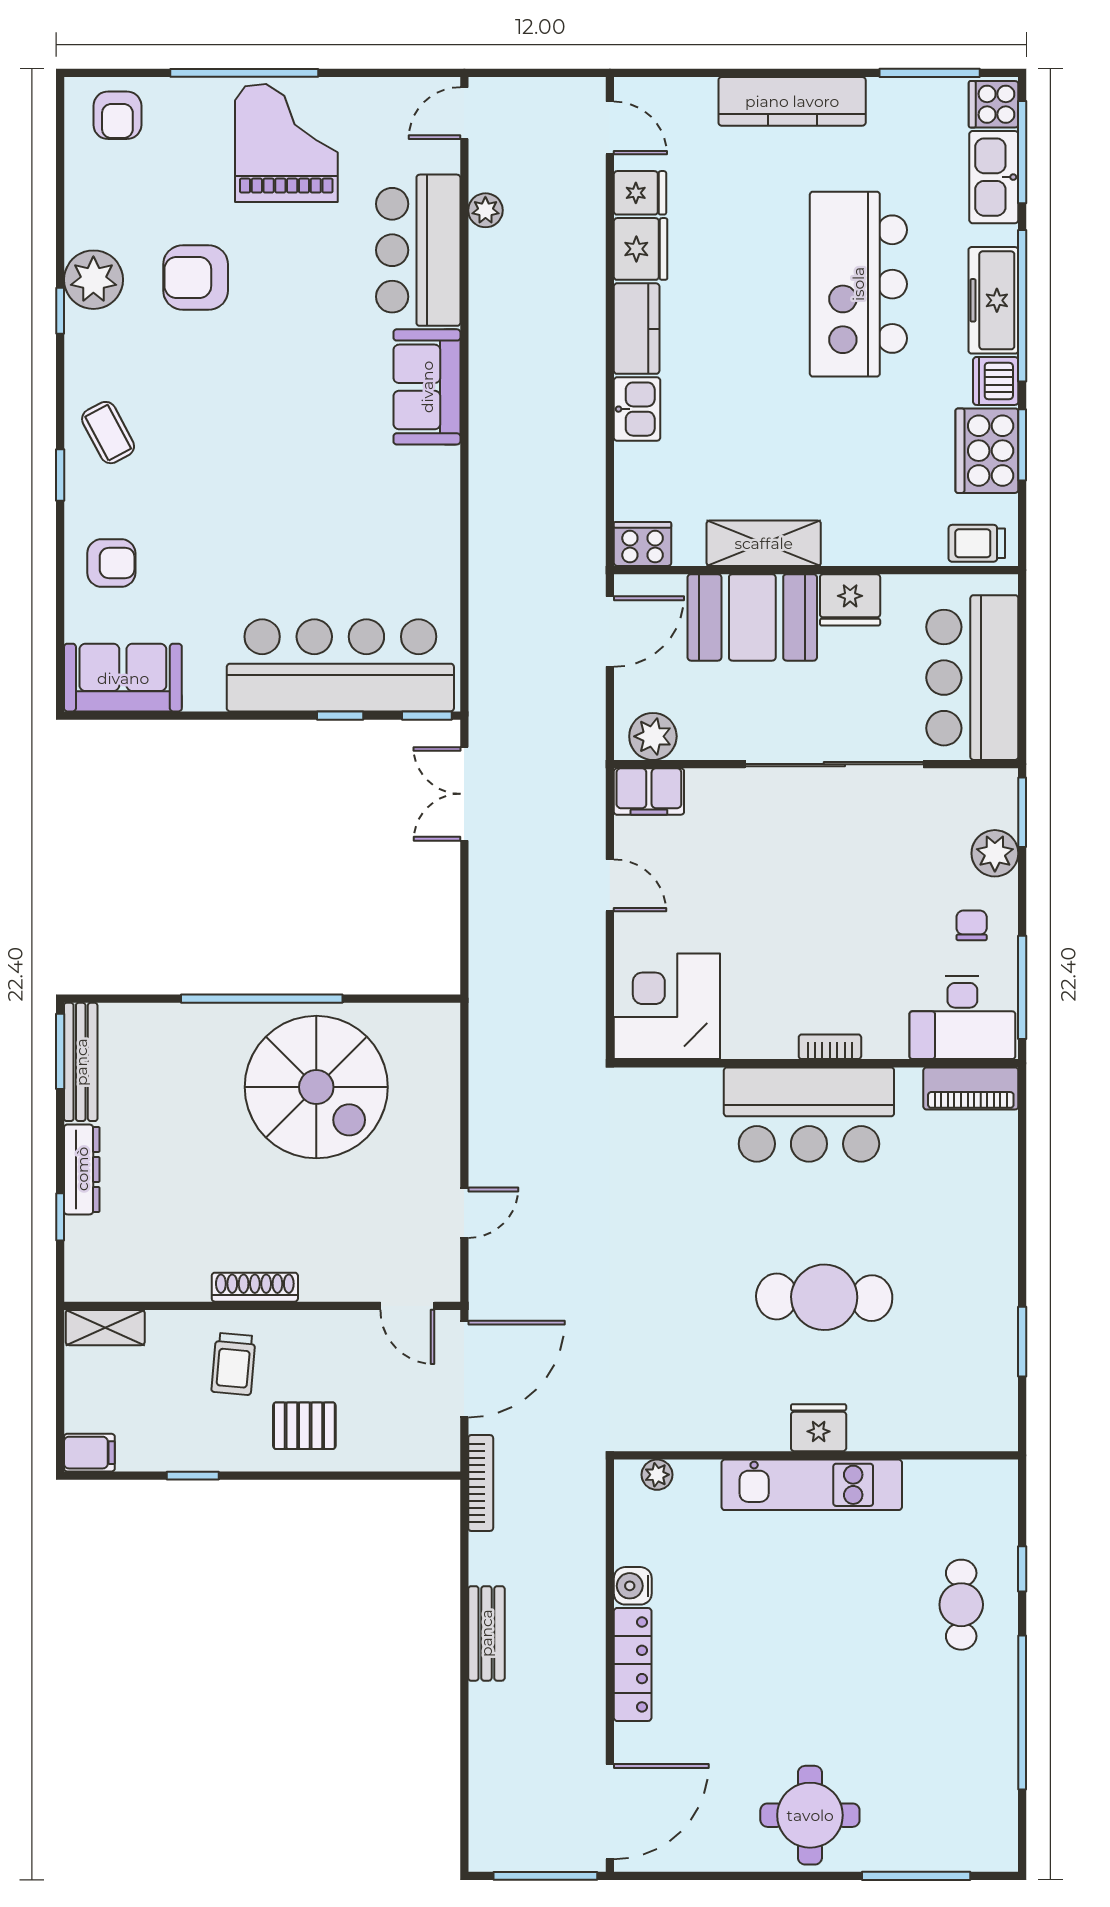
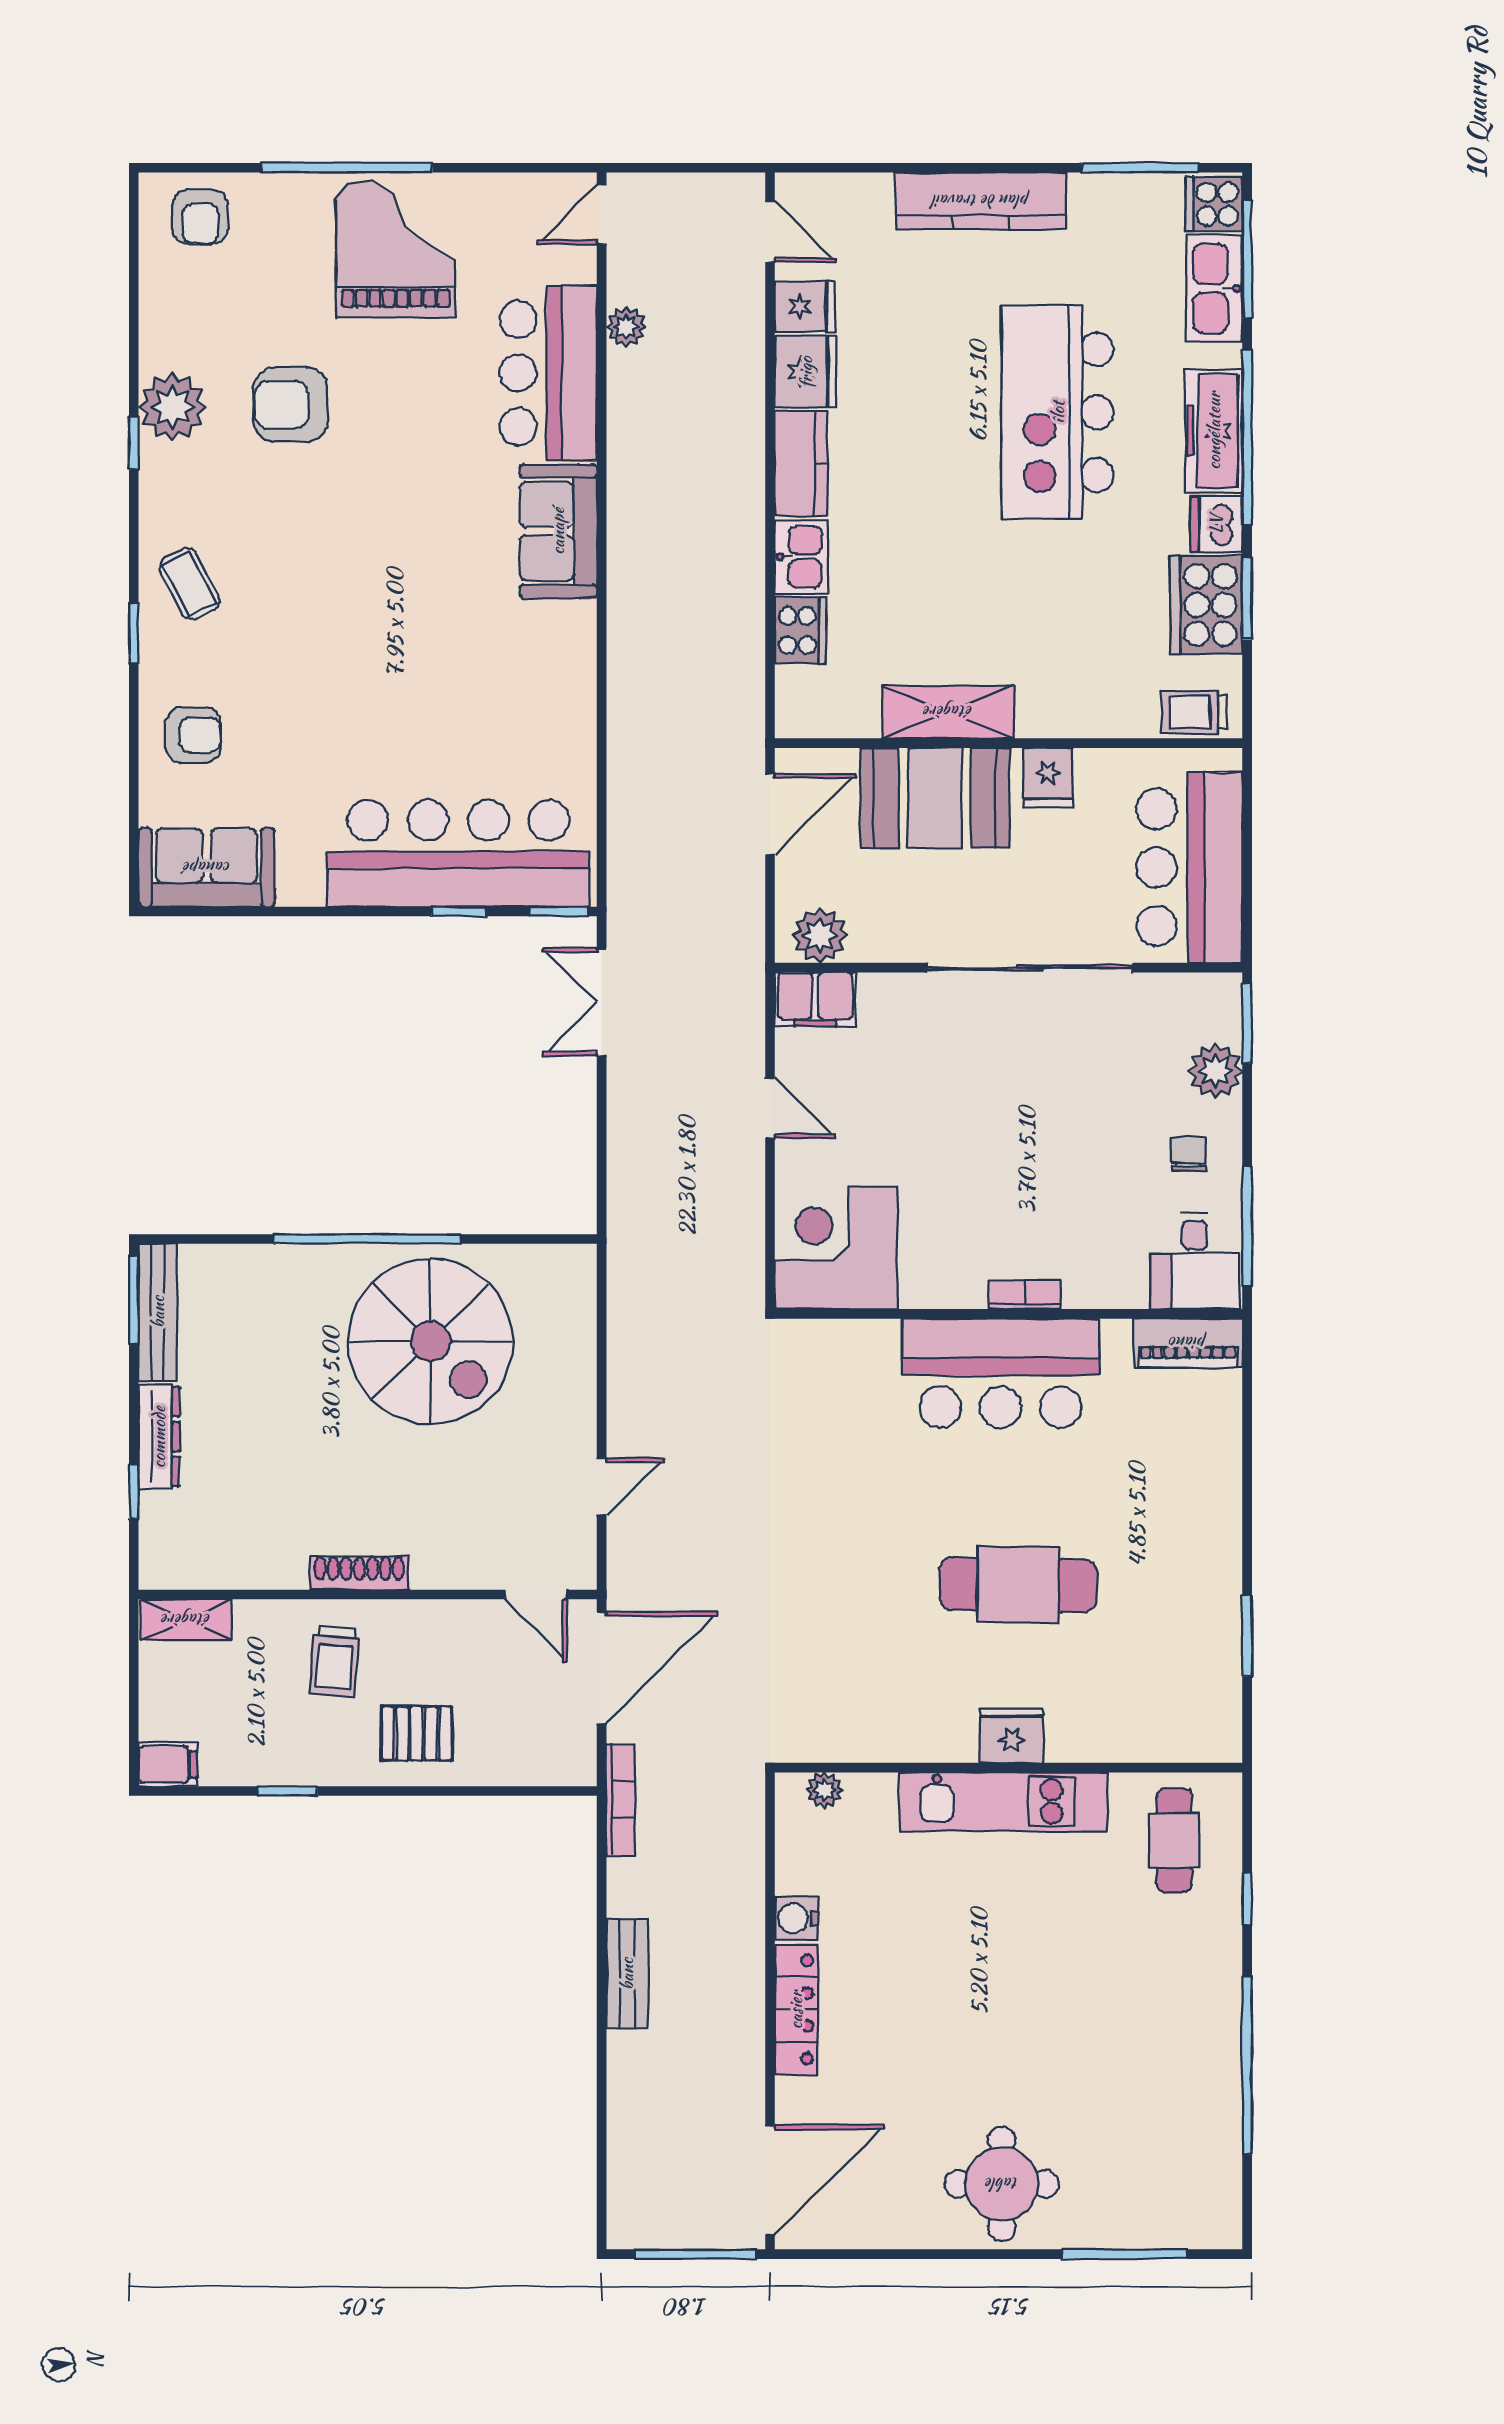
cooker: (643, 544) -> (800, 631), moved, turned 90
fridge: (850, 600) -> (1048, 778), width x0.72
desk: (962, 1018) -> (1195, 1261), width x0.73
cafe table: (961, 1605) -> (1174, 1840), moved

